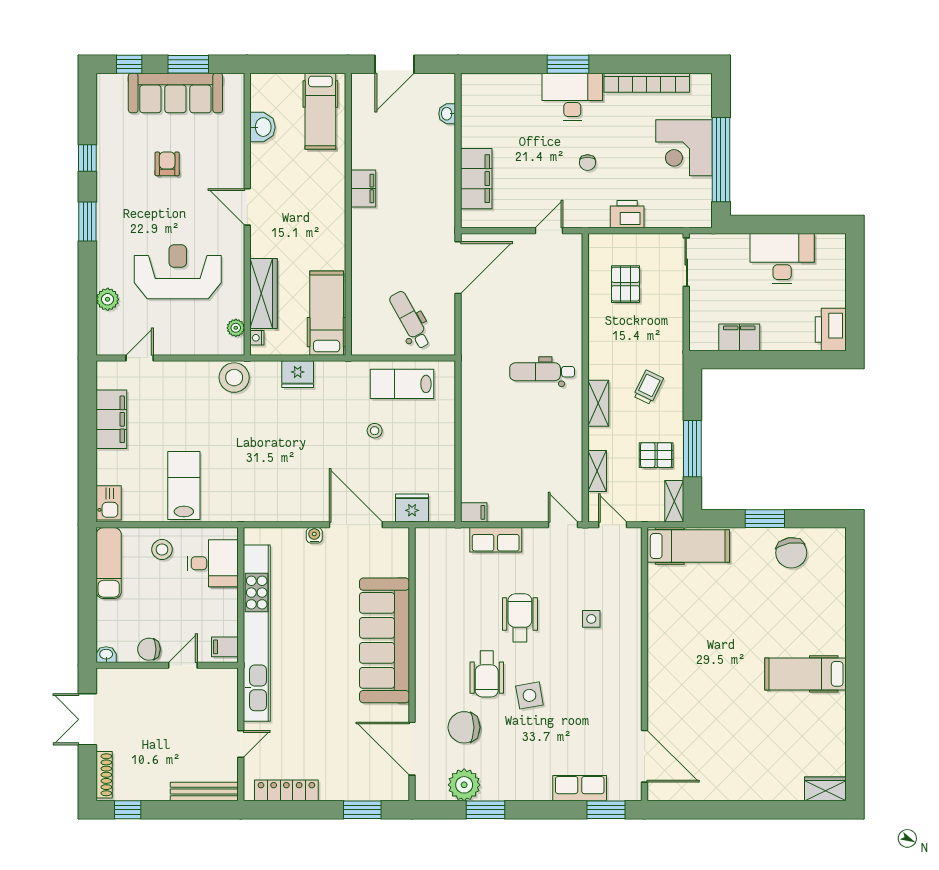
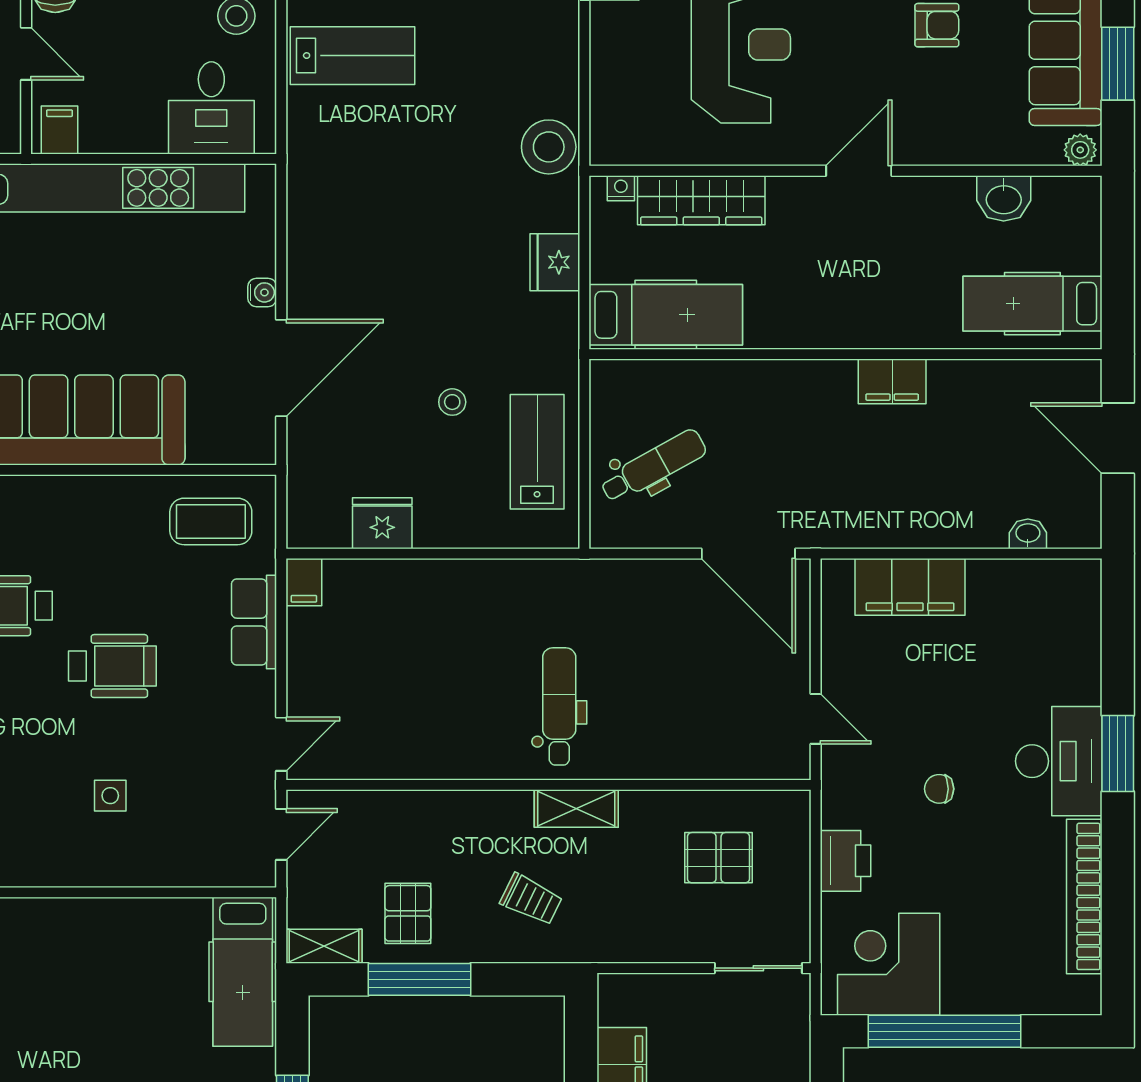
corner desk: (684, 148) -> (889, 964), moved
plant: (236, 328) -> (1080, 150), moved
shelving: (598, 403) -> (576, 808), moved
shelving: (597, 471) -> (379, 806), removed
fridge: (412, 508) -> (382, 523), moved, turned -90
coffee table: (440, 564) -> (211, 521), added

